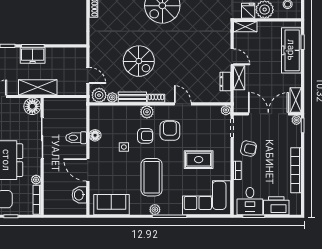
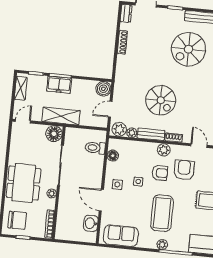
boiler: (79, 55) -> (103, 89), added
door: (88, 75) -> (110, 109), swing flipped
floor lamp: (95, 135) -> (113, 156), moved
toilet: (76, 138) -> (95, 148), moved
side table: (103, 152) -> (117, 184), added
plant: (36, 180) -> (52, 193), moved

